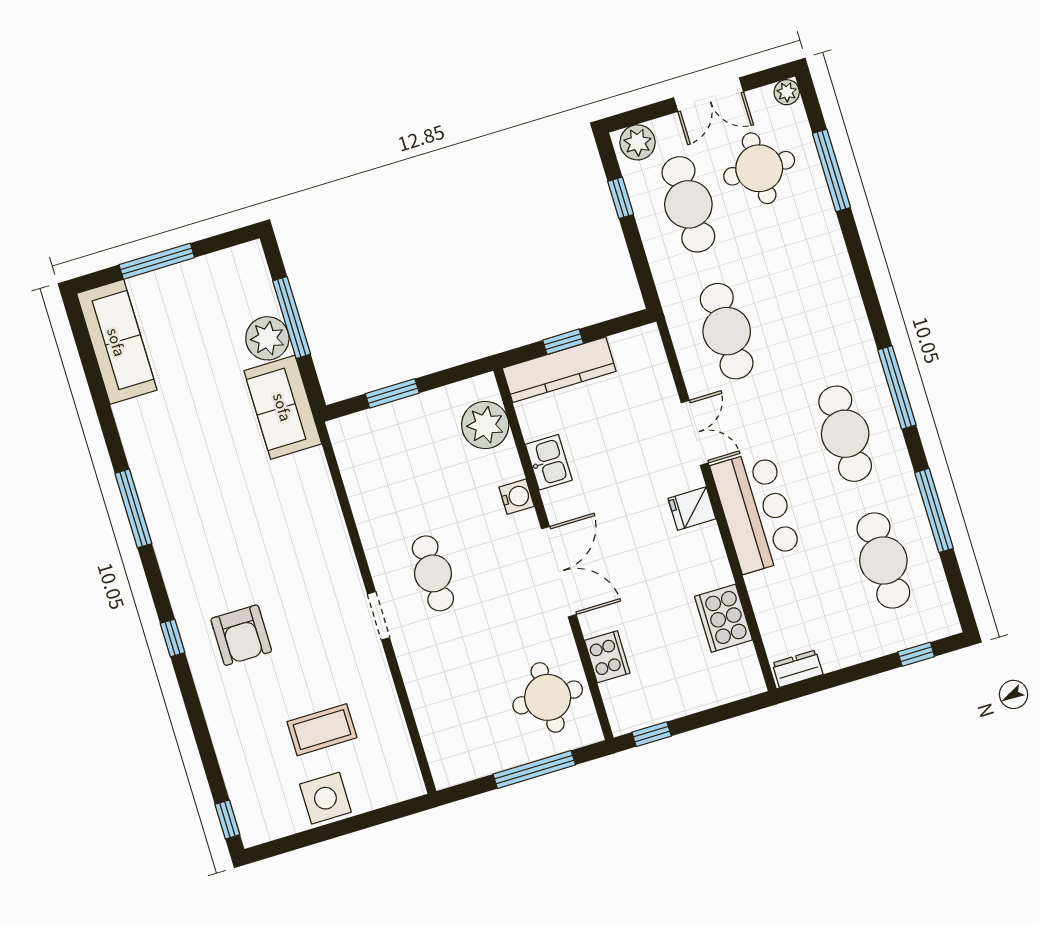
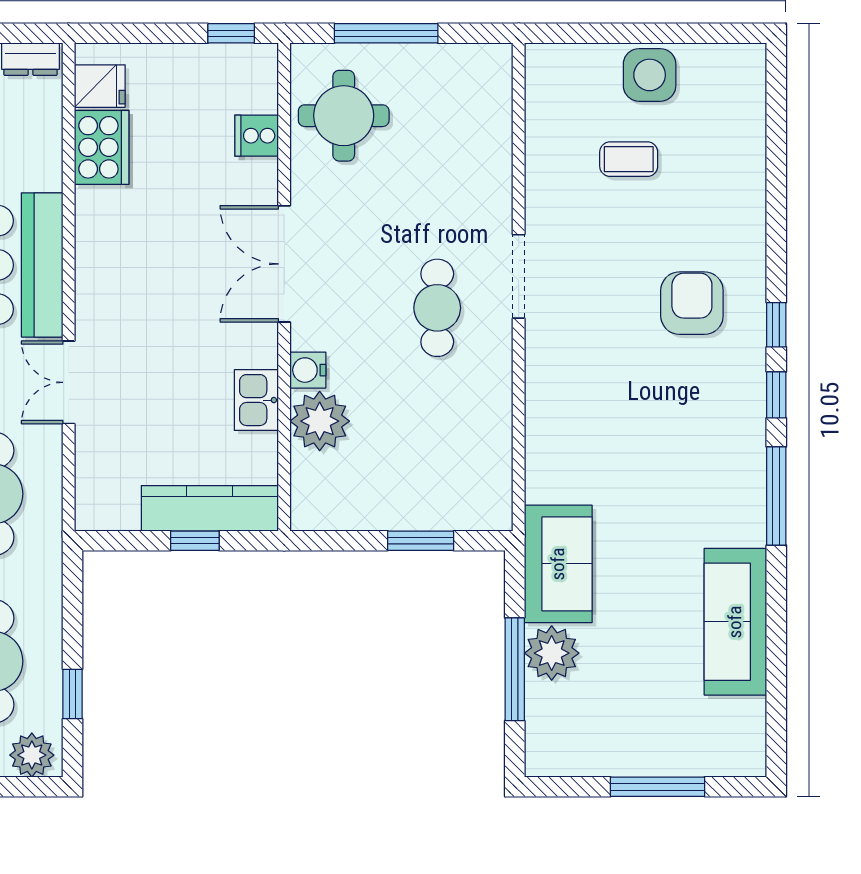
sofa: (117, 342) -> (735, 622), moved
plant: (485, 425) -> (320, 421), moved
fridge: (692, 509) -> (100, 86), moved
doorway: (379, 616) -> (519, 276), width x1.38
cooker: (607, 657) -> (257, 136), width x0.73
coffee table: (322, 730) -> (629, 159), width x0.73, depth x0.77
window: (227, 819) -> (776, 395), moved

